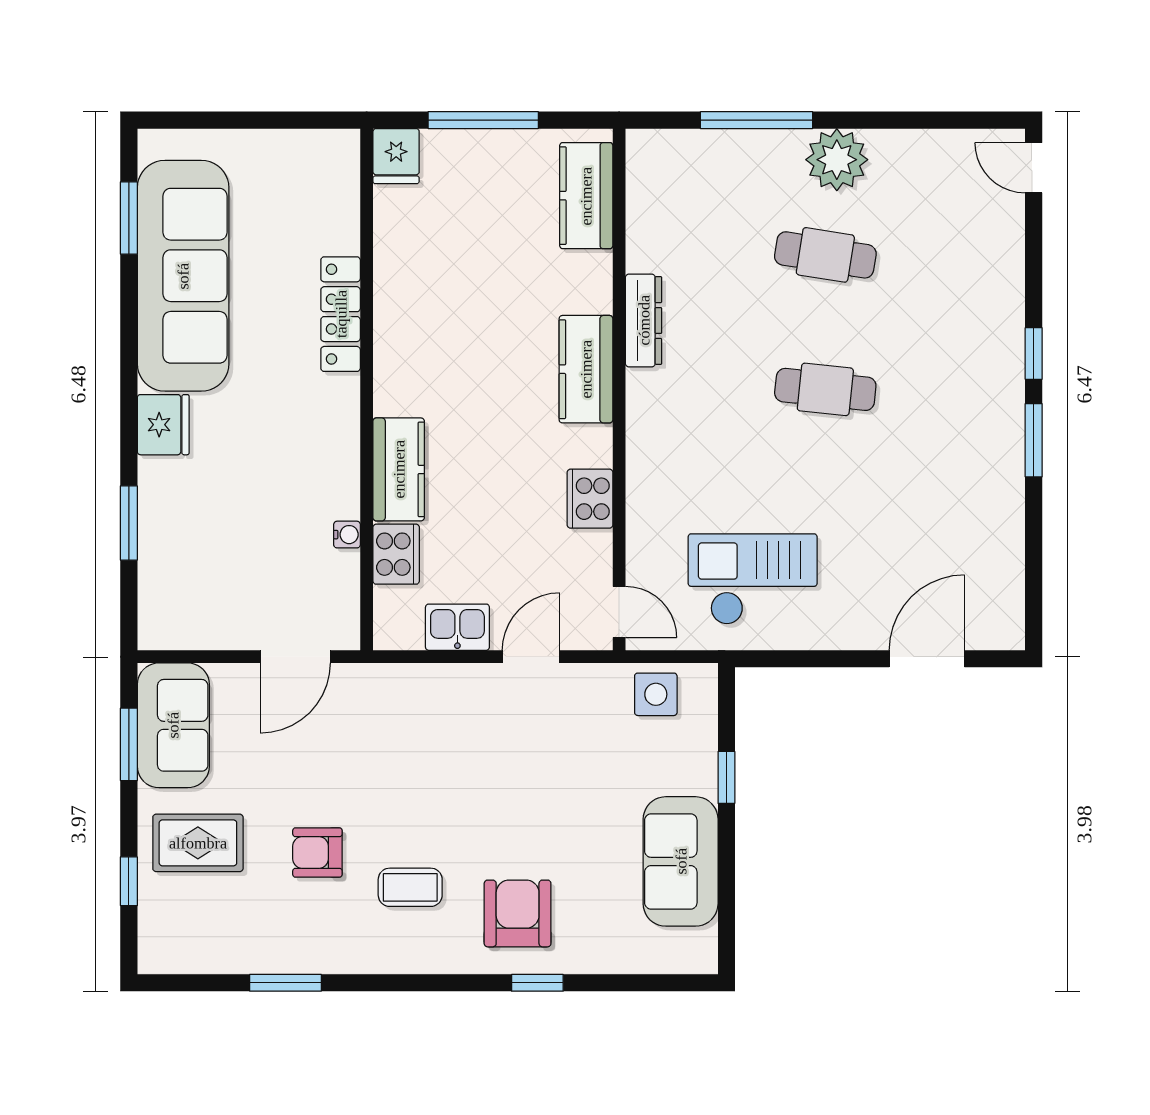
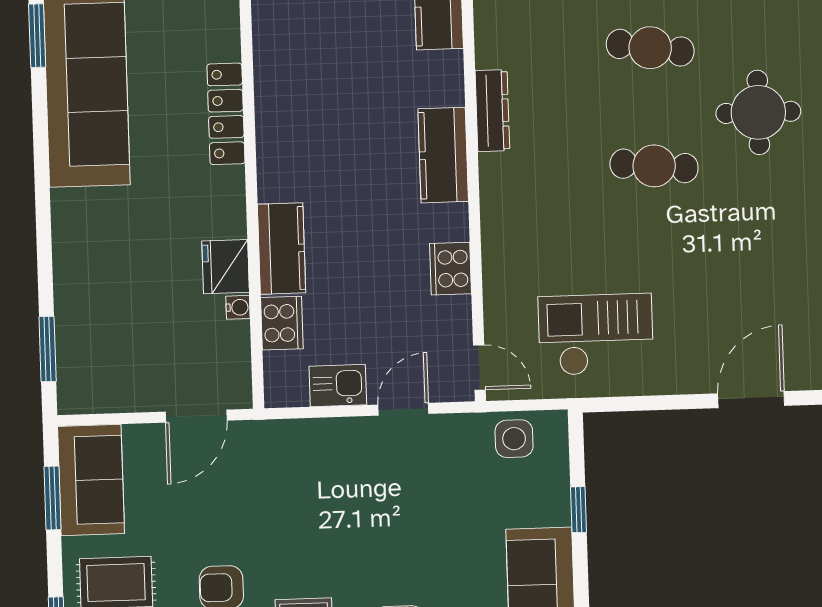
round table: (946, 333) -> (758, 112), added
fridge: (163, 425) -> (226, 267), moved, turned 180
window: (129, 523) -> (48, 349), moved

